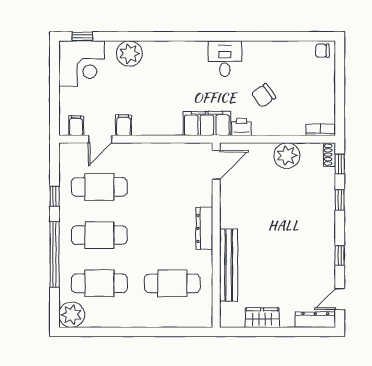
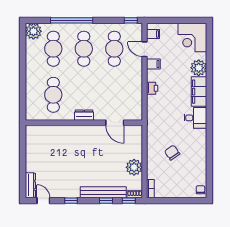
window: (82, 36) -> (209, 38), removed
desk: (225, 59) -> (195, 118), moved
filing cabinet: (207, 124) -> (199, 92), moved, turned 180
printer: (241, 127) -> (152, 88), moved
door: (216, 165) -> (115, 123), moved
window: (55, 196) -> (131, 20), moved
dresser: (204, 228) -> (84, 115), width x0.70
bench: (229, 265) -> (103, 192), moved
wardrobe: (262, 318) -> (32, 152), removed

